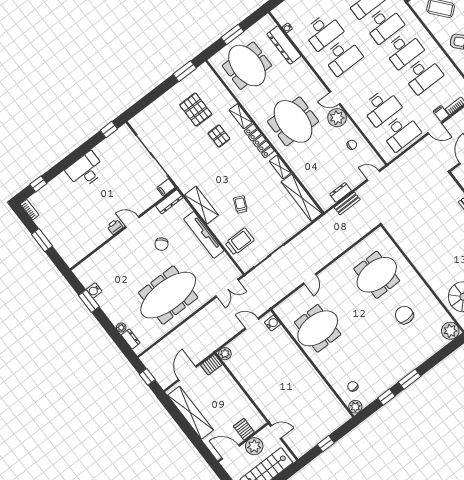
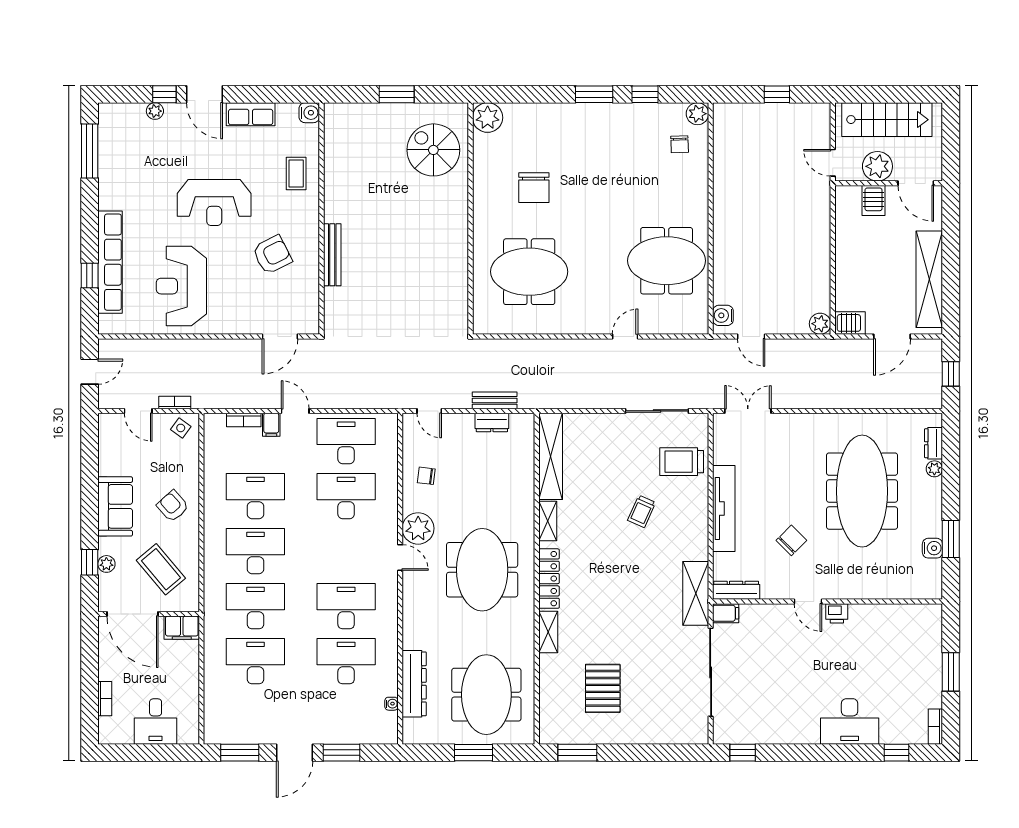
pallet: (219, 136) -> (599, 628), removed
desk: (86, 170) -> (850, 721), moved
shelving: (201, 205) -> (696, 593), moved
meeting table: (168, 295) -> (862, 491), moved, turned 90

